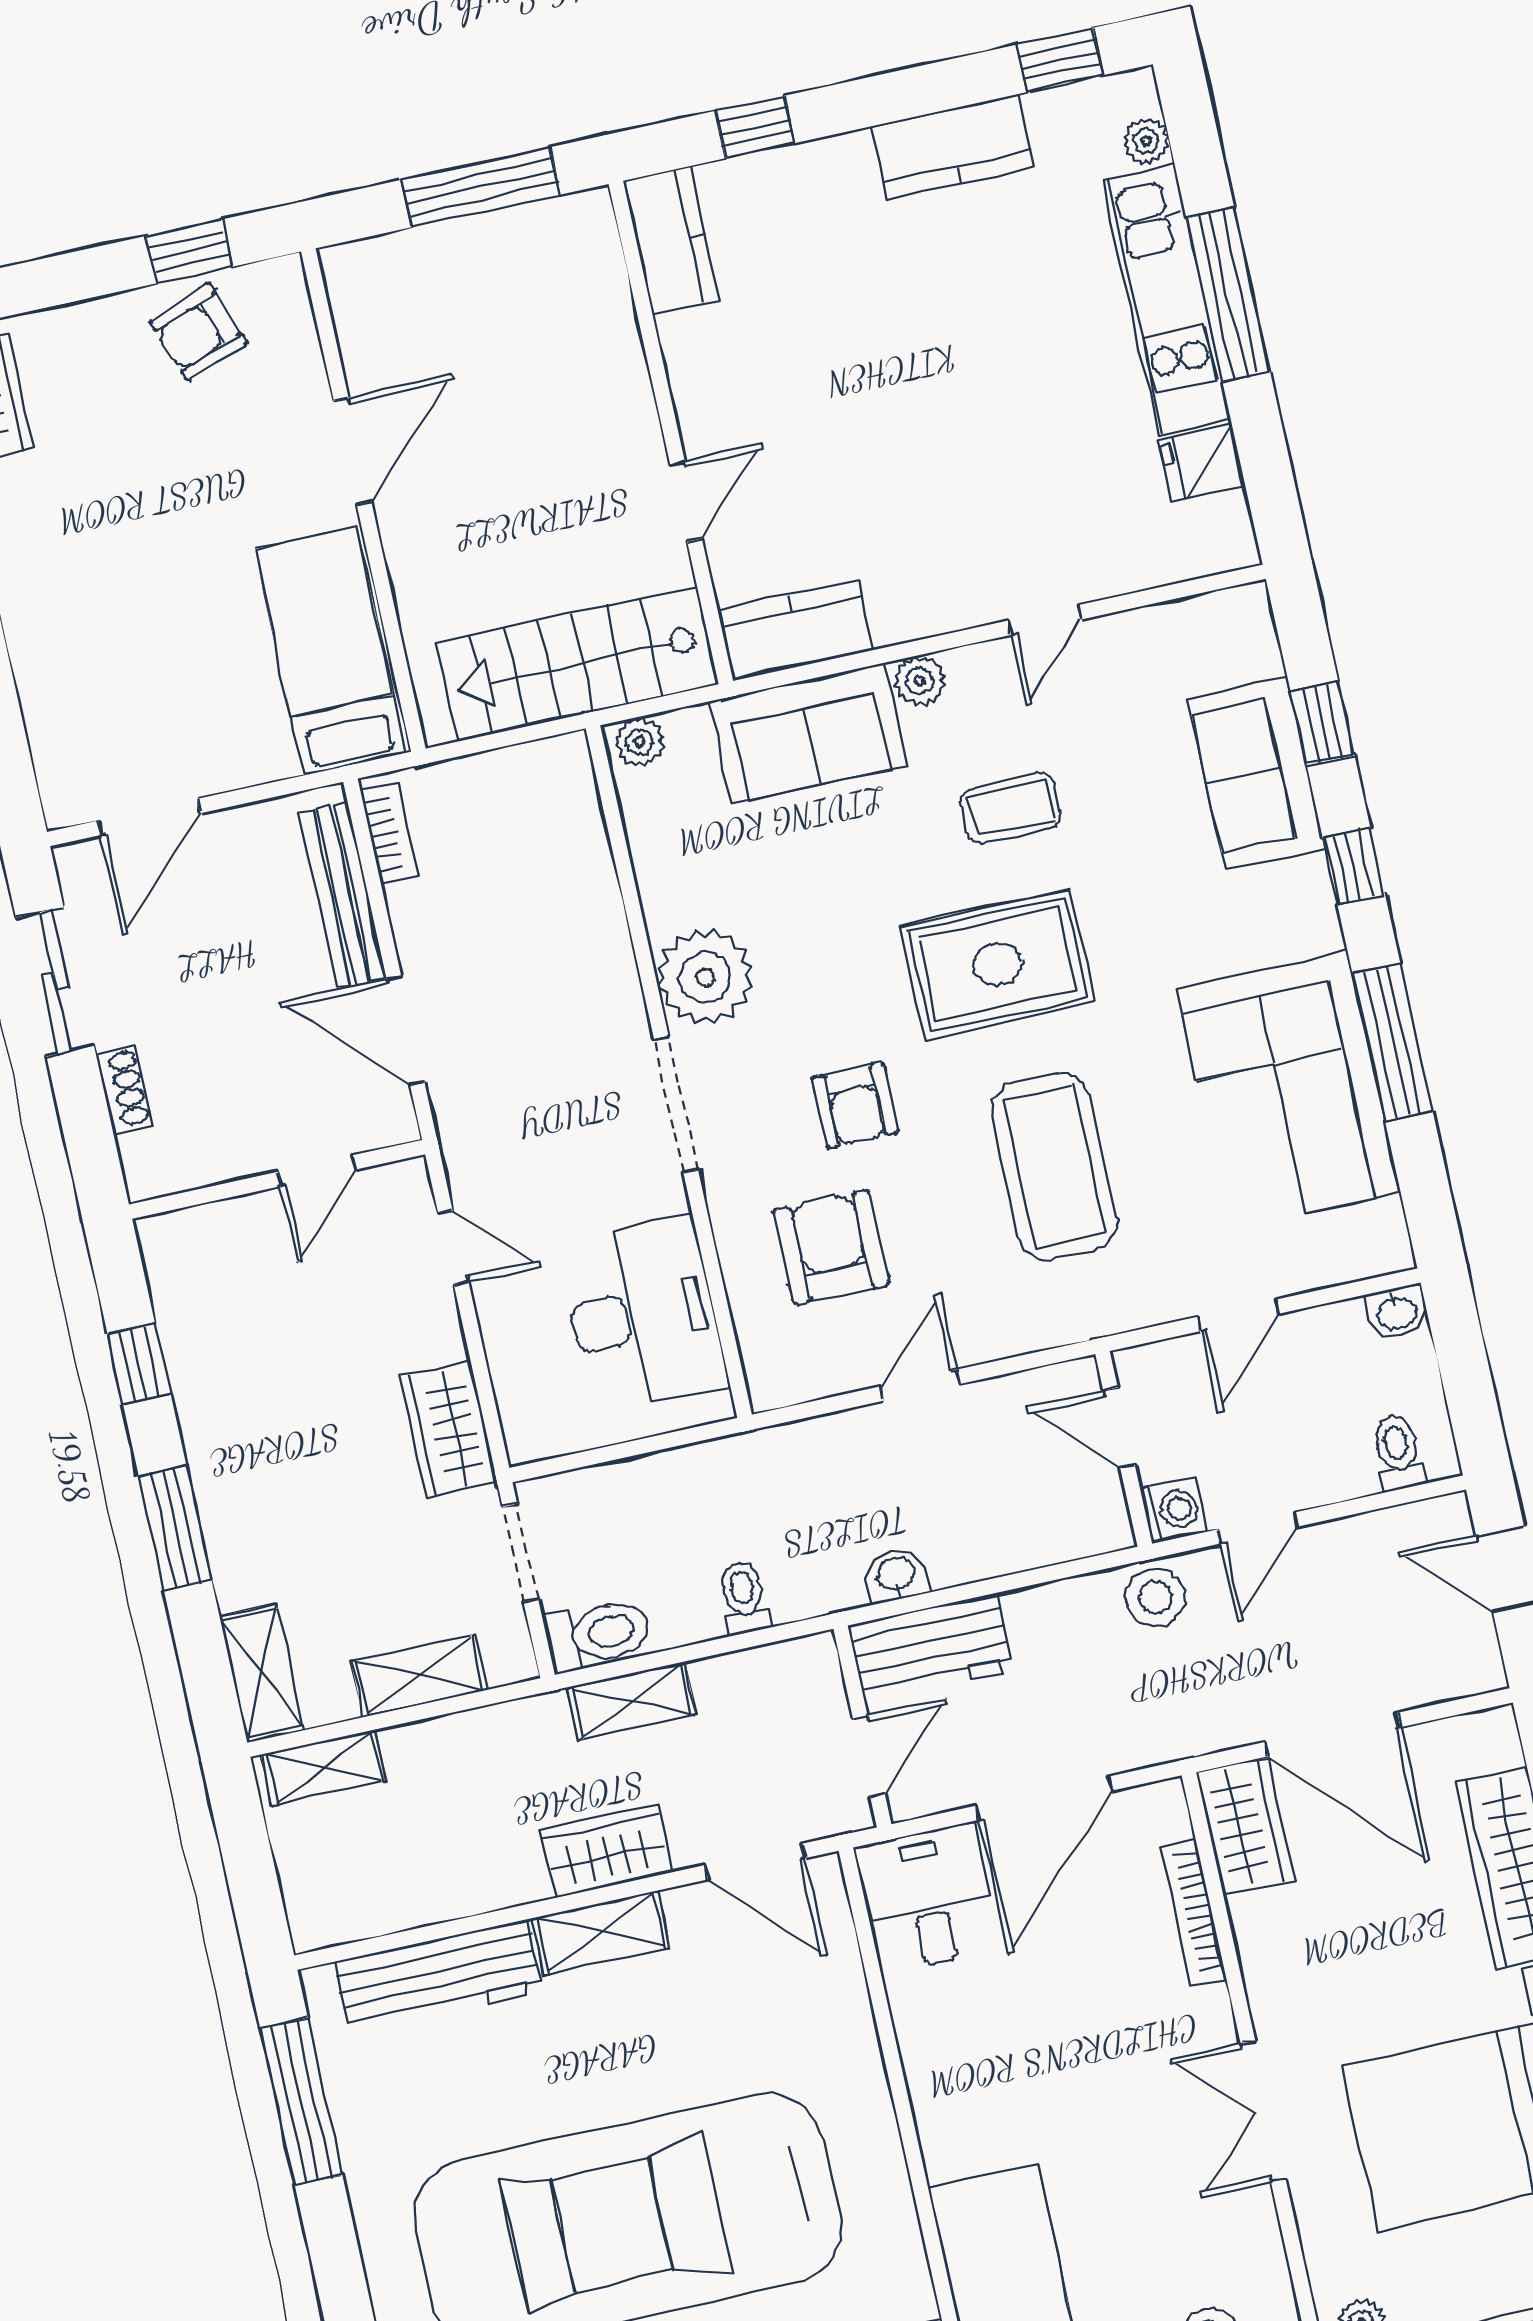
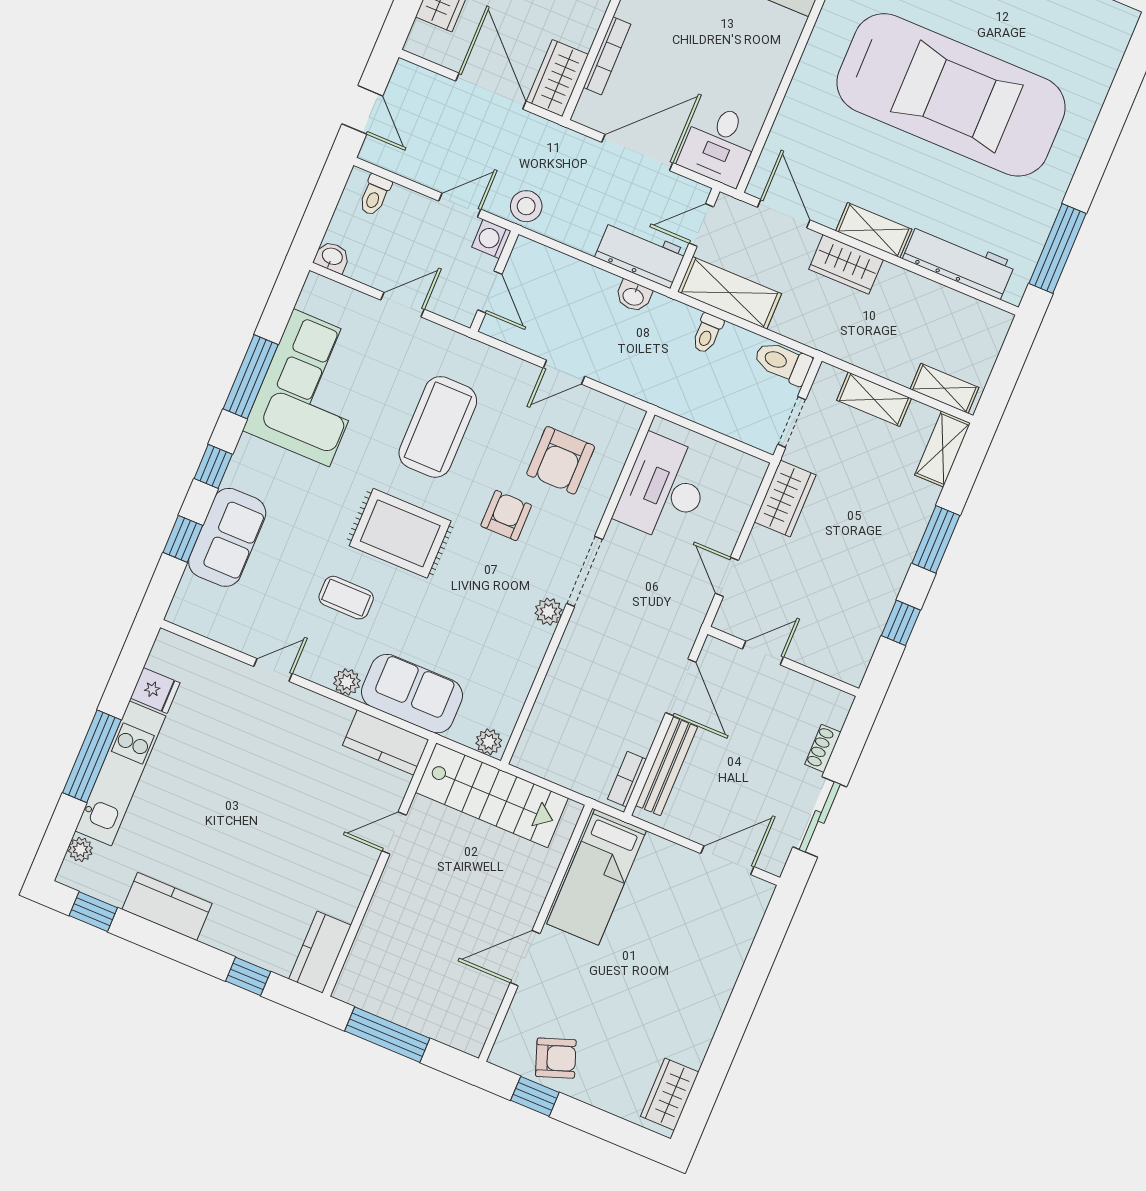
plant: (705, 977) -> (549, 612), width x0.53, depth x0.53
shelving: (632, 1701) -> (730, 293), moved, width x1.50, depth x1.33

